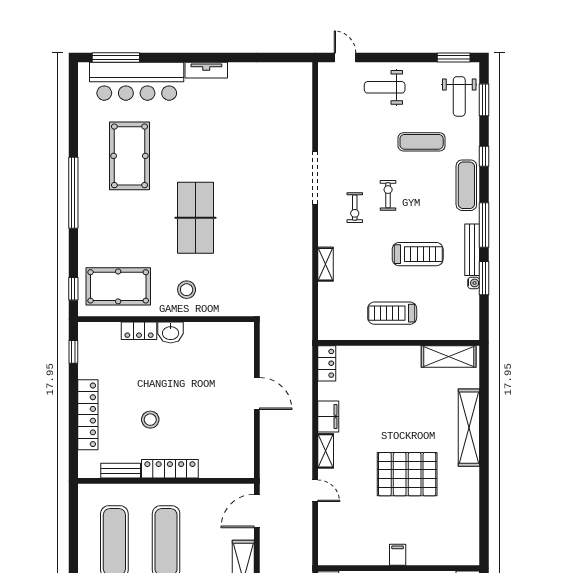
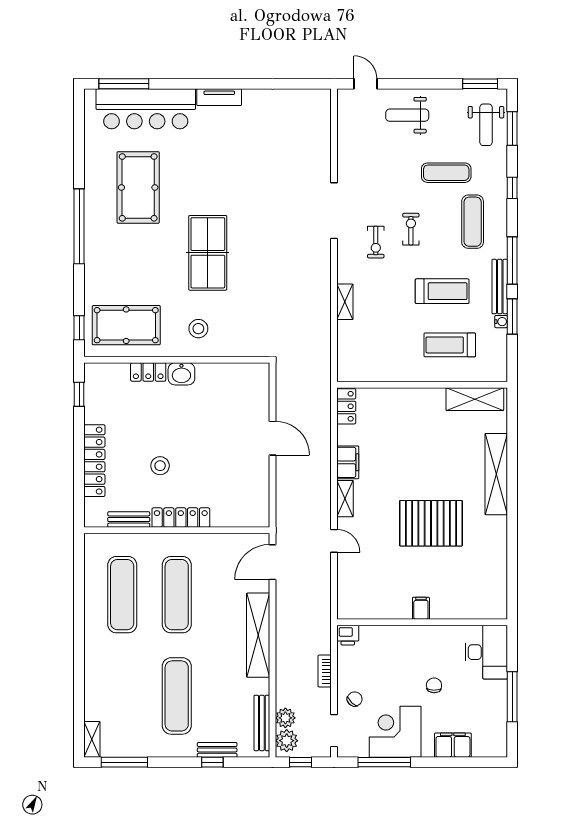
exercise mat: (466, 185) -> (473, 222), moved
treadmill: (392, 313) -> (450, 345), moved

